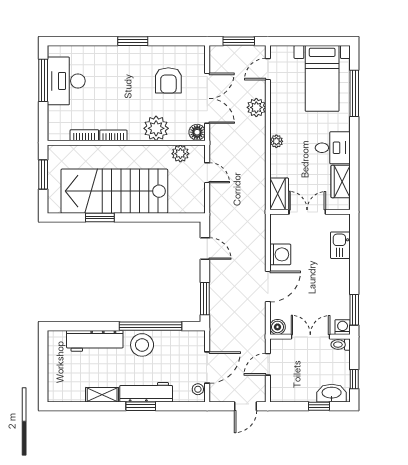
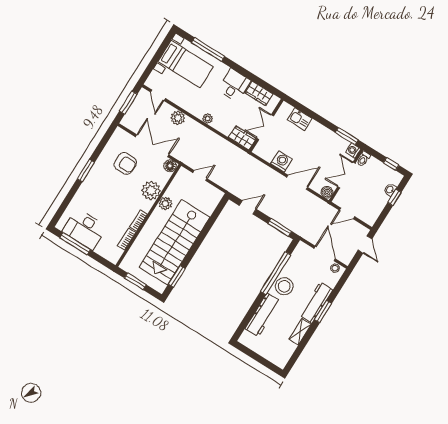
plant: (180, 154) -> (165, 203), moved
window: (100, 217) -> (177, 276), moved
door: (268, 286) -> (297, 182), hinge flipped
door: (268, 364) -> (347, 213), hinge flipped
washbasin: (332, 393) -> (390, 190), width x0.52, depth x0.69

